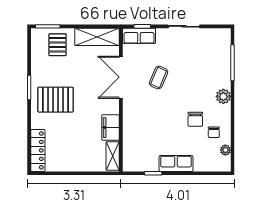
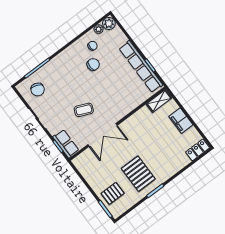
shelving: (97, 37) -> (88, 171), removed
chair: (212, 48) -> (38, 89), added
plant: (223, 96) -> (109, 23), moved
pallet: (56, 100) -> (138, 174), moved
filing cabinet: (111, 128) -> (181, 121), moved, turned 90
locker: (38, 150) -> (198, 150), width x0.66
row of seats: (176, 163) -> (141, 67), width x2.02

